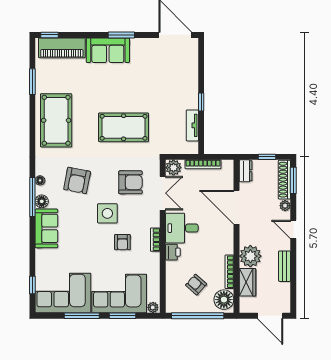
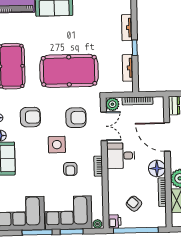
tv unit: (192, 78) -> (127, 28), added
pool table: (124, 127) -> (69, 71), width x1.36, depth x1.32
armchair: (77, 180) -> (30, 117), turned -101
printer: (173, 252) -> (115, 221), moved
floor lamp: (224, 300) -> (157, 168), moved

